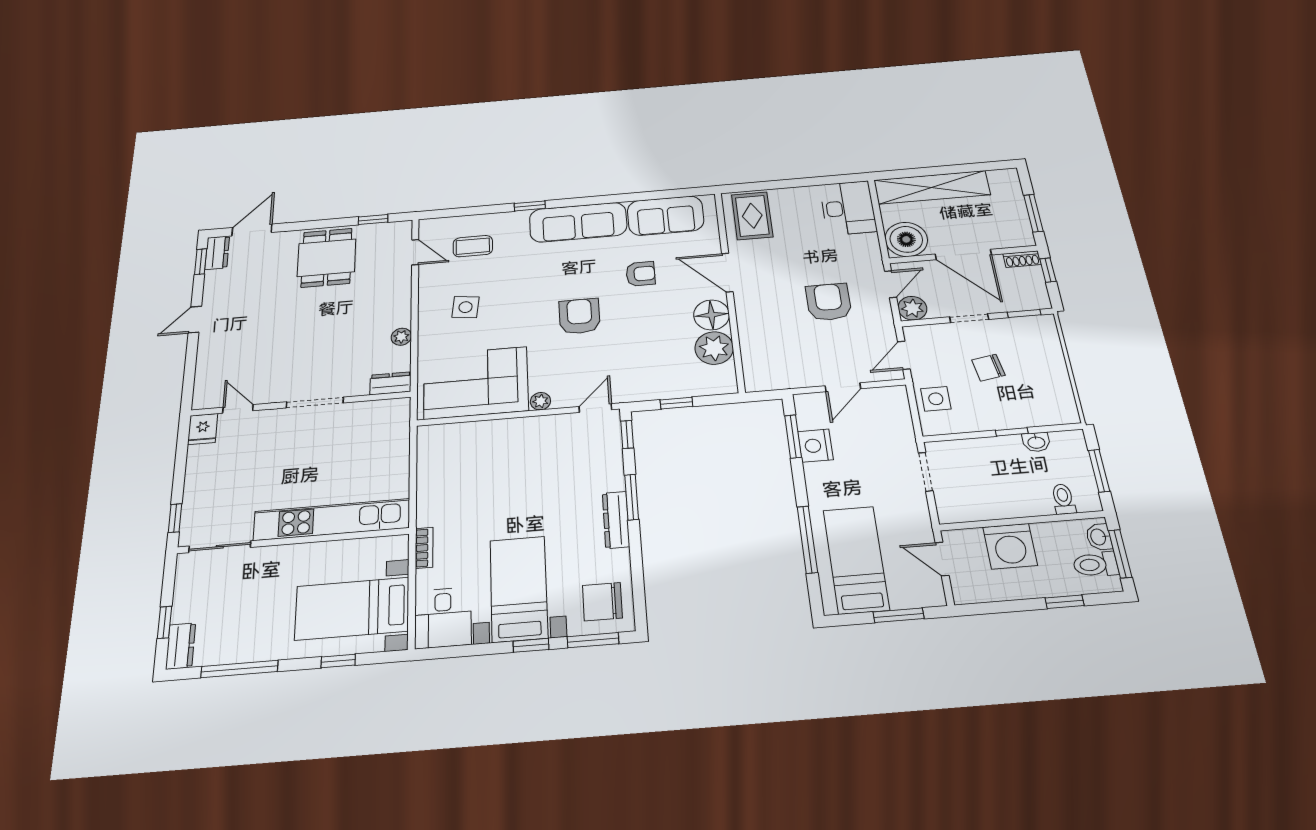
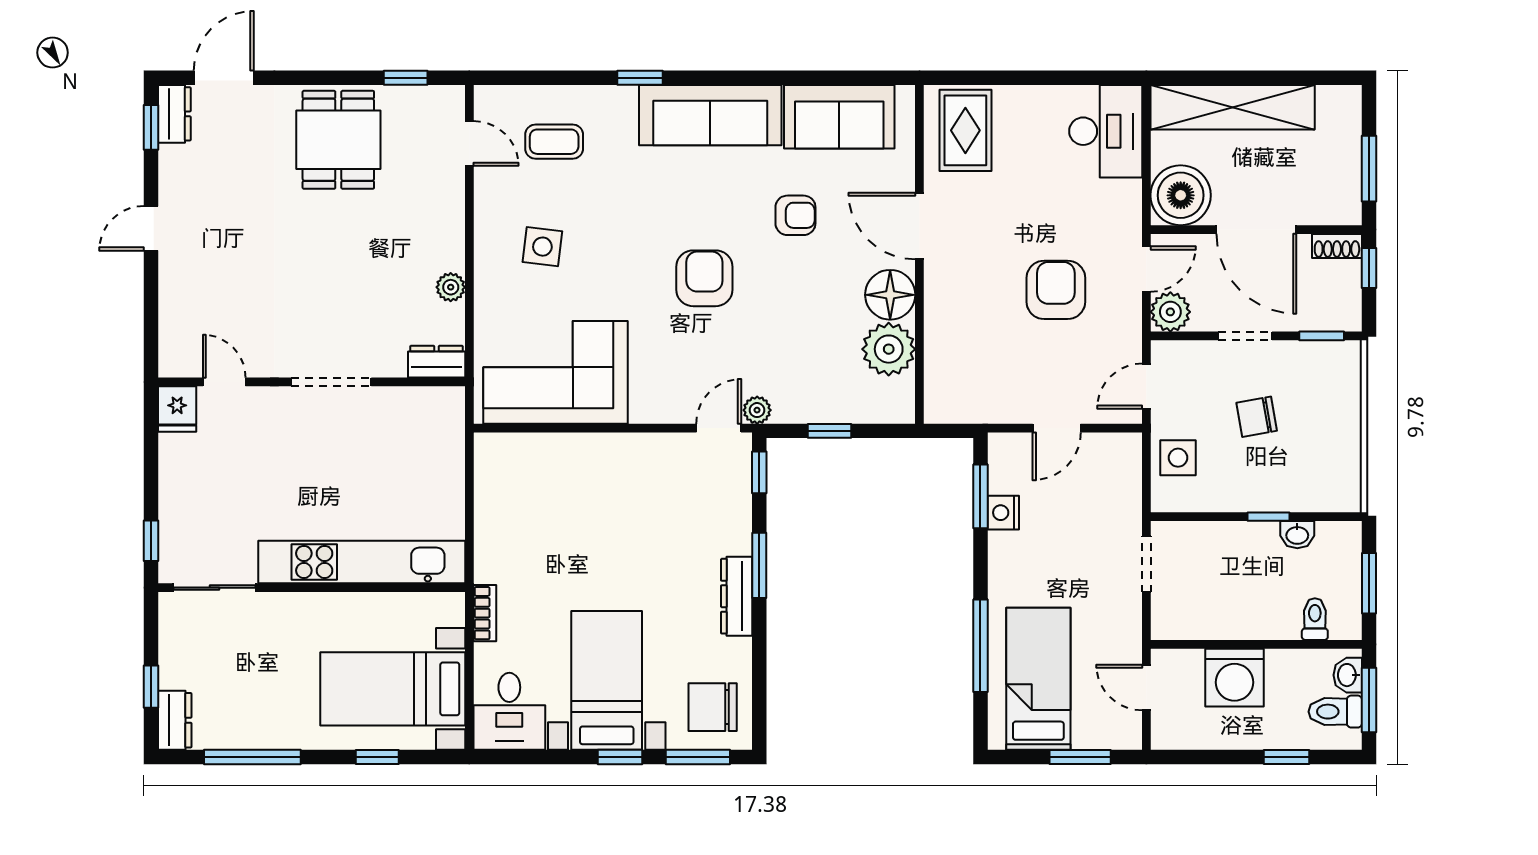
plant: (540, 401) -> (757, 410), moved
nightstand: (815, 446) -> (1003, 513), width x0.74, depth x0.75

